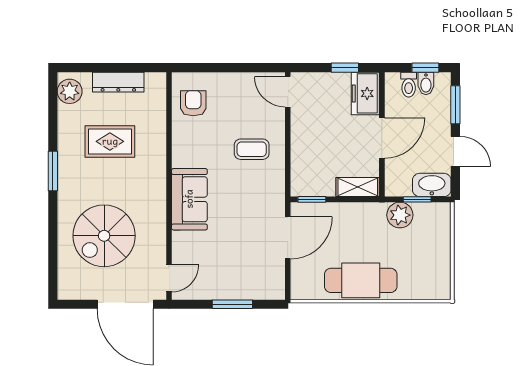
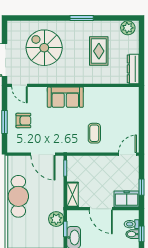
dresser: (118, 82) -> (133, 69), moved
armchair: (193, 103) -> (23, 121), moved

